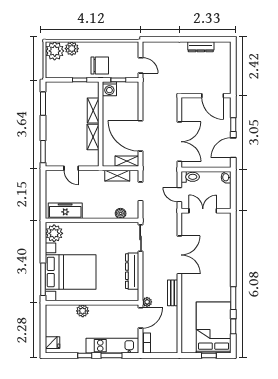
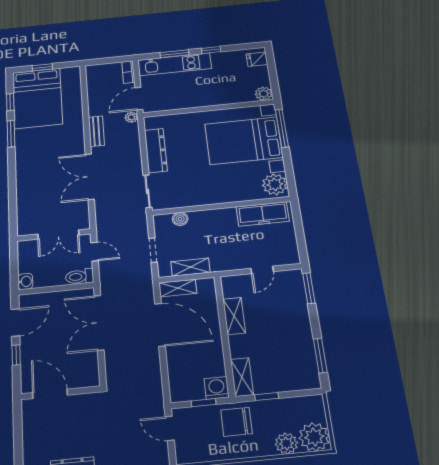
shelving: (93, 110) -> (242, 377), moved
door: (71, 168) -> (262, 270), swing flipped
plant: (83, 311) -> (264, 94), moved

